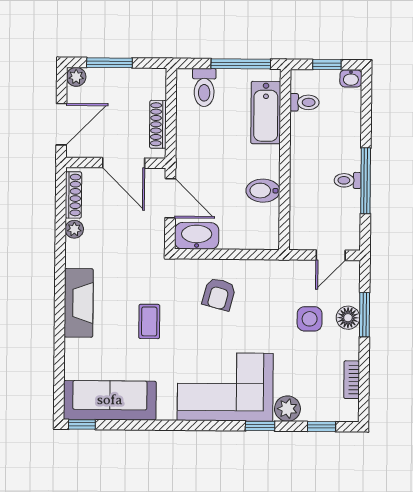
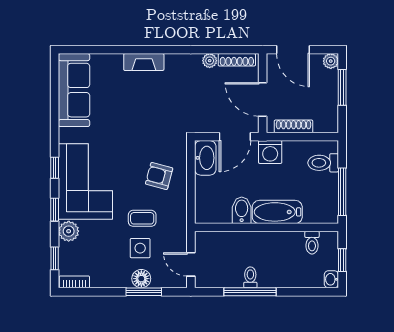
bathtub: (266, 113) -> (277, 212), moved
washing machine: (190, 154) -> (270, 152), added
door: (124, 163) -> (263, 99), hinge flipped
fireplace: (79, 303) -> (144, 62), width x0.73, depth x0.76
coffee table: (149, 321) -> (142, 218), moved
bookcase: (352, 380) -> (74, 282), moved
window: (82, 424) -> (55, 168), moved

